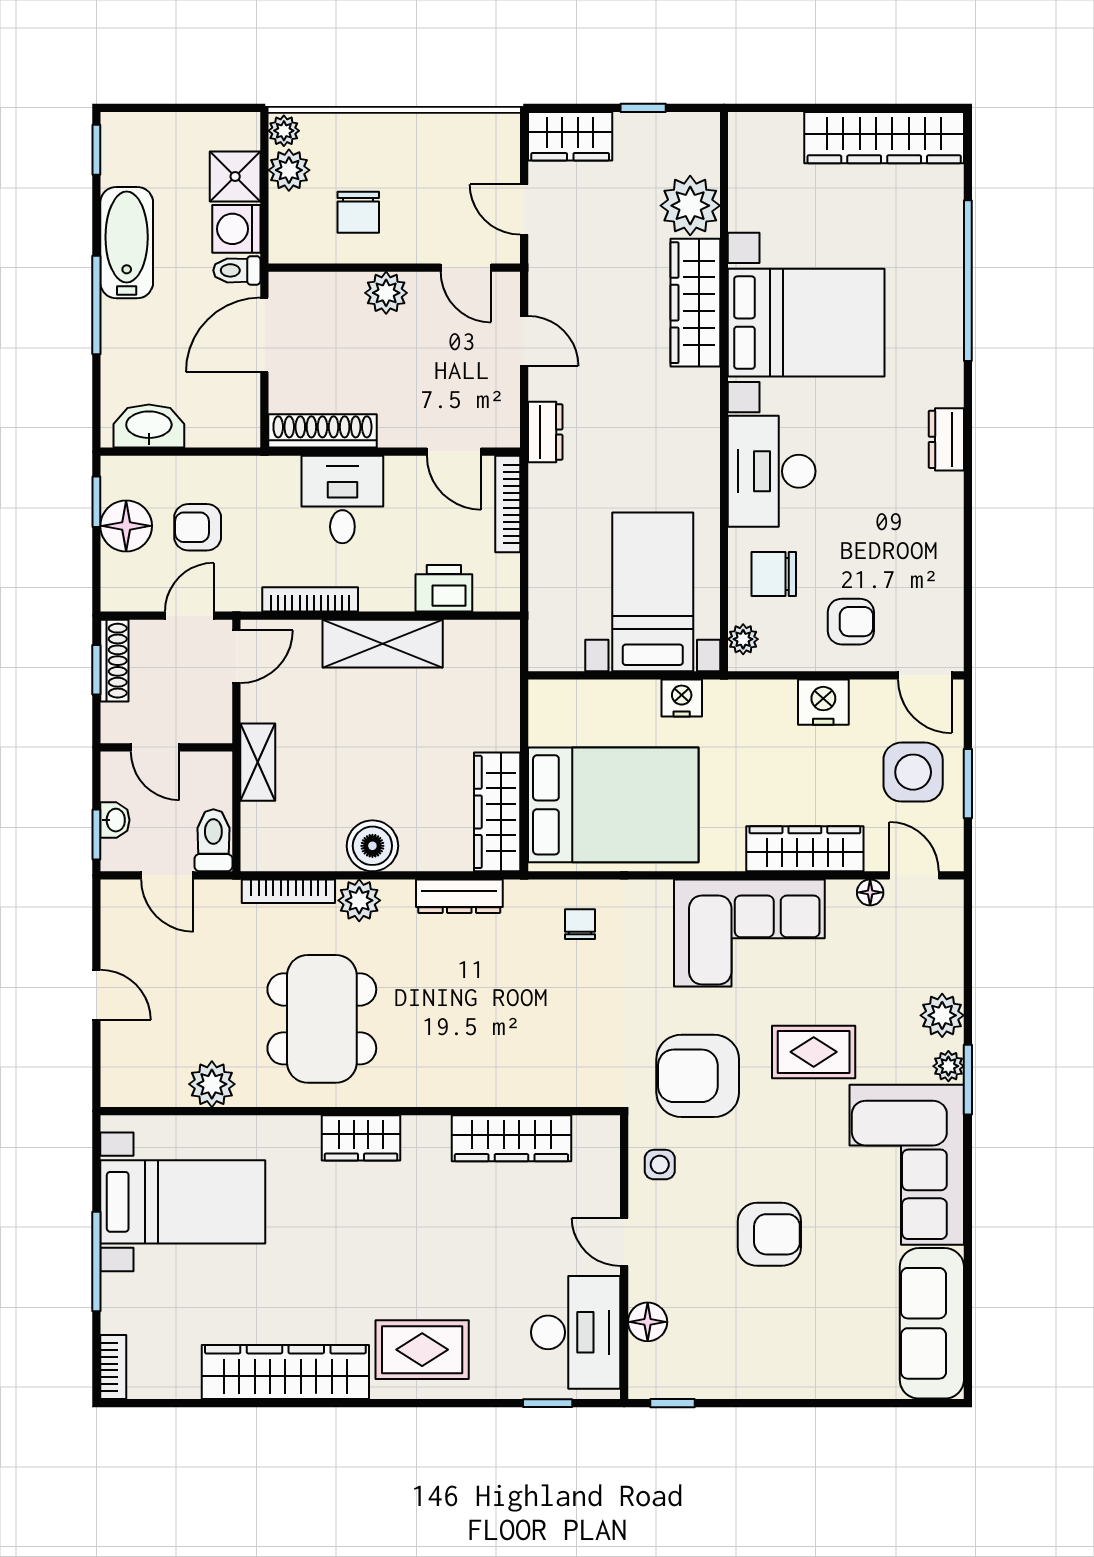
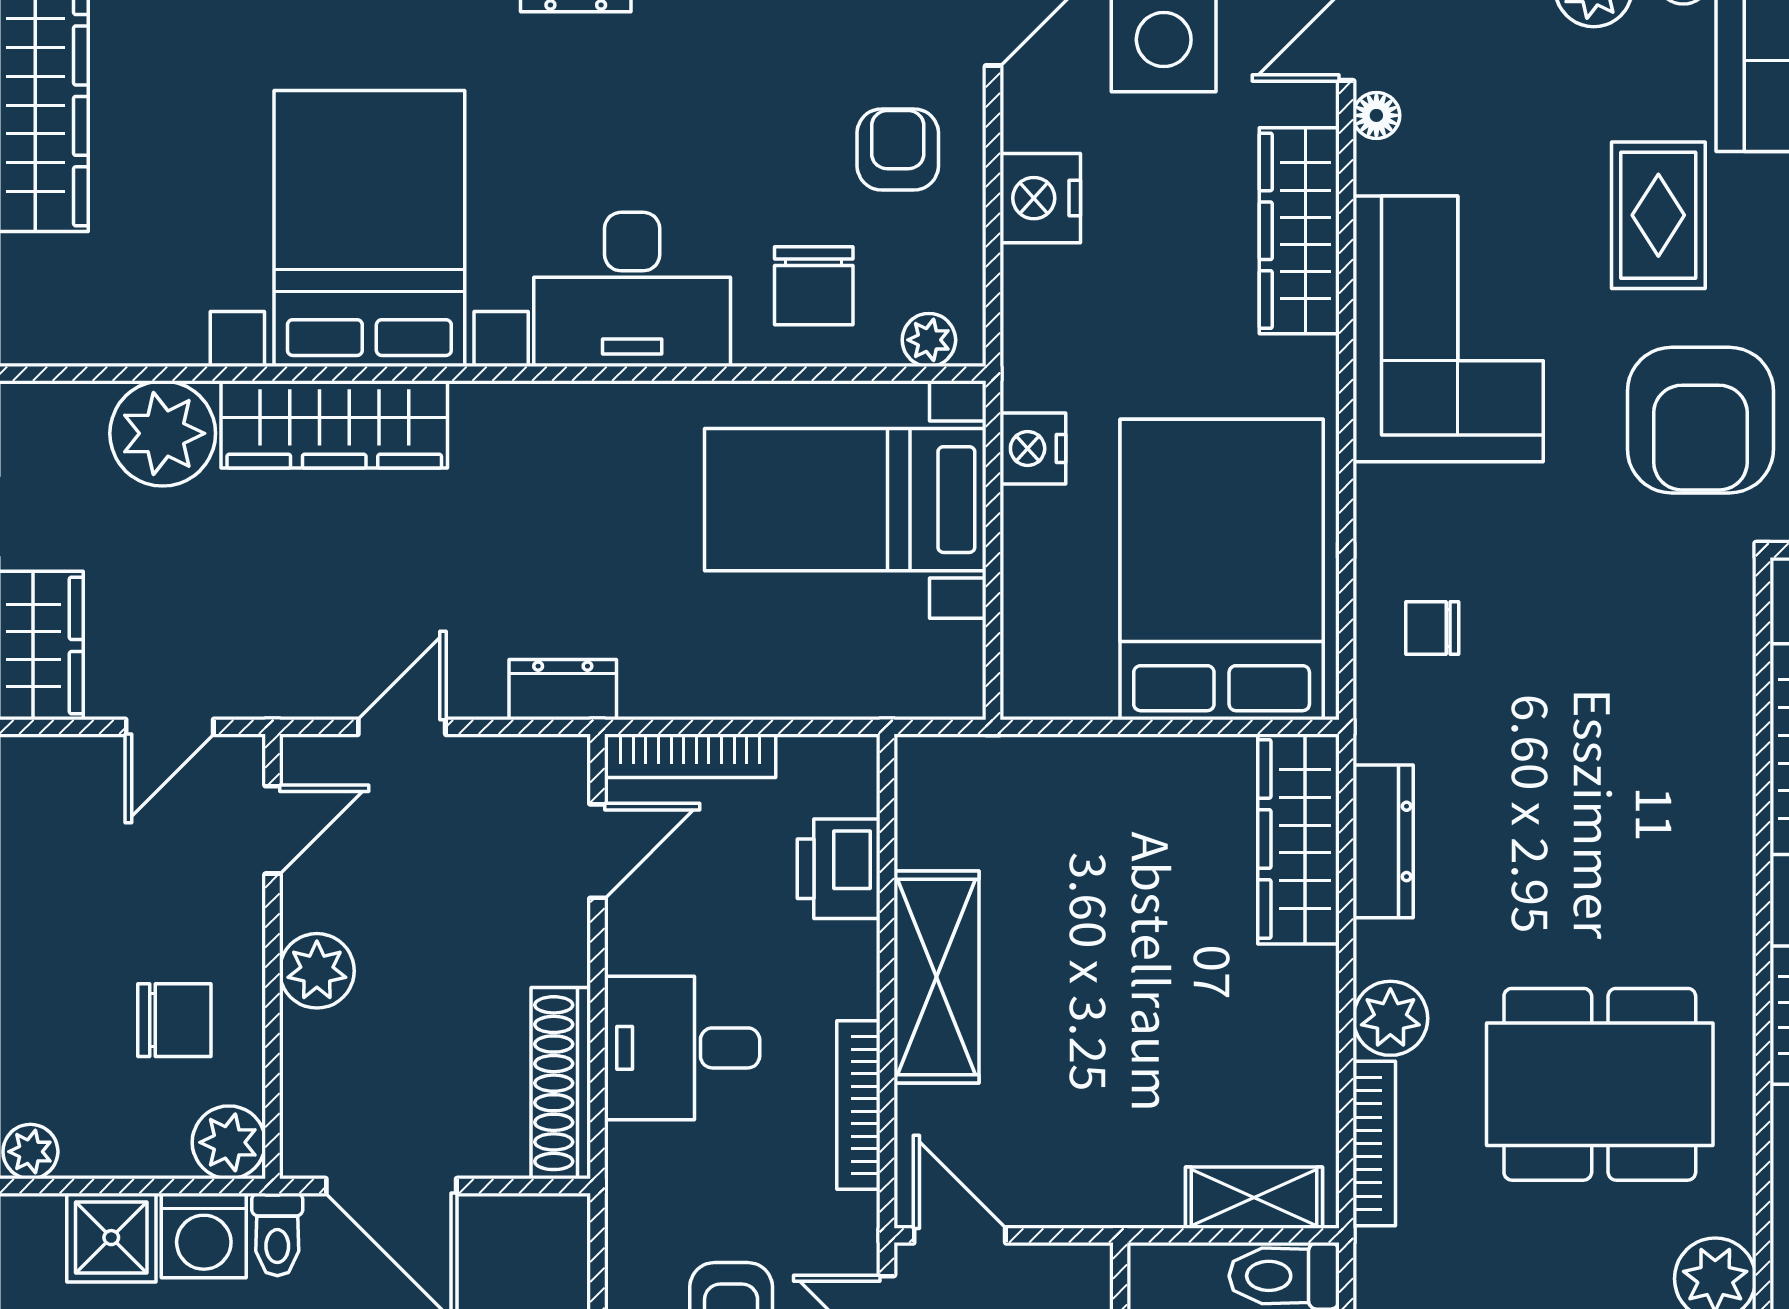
plant: (289, 170) -> (229, 1142), moved
shelving: (258, 762) -> (1254, 1198), moved
wardrobe: (497, 812) -> (1298, 839), moved, turned 90
boiler: (372, 846) -> (1294, 995), removed

